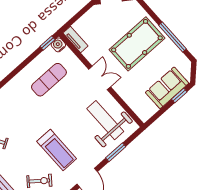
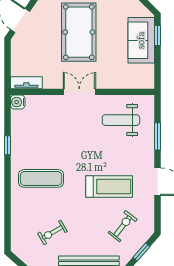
window: (47, 43) -> (8, 145), moved
exercise mat: (49, 80) -> (41, 178), moved, turned 90
weight bench: (105, 120) -> (121, 120), width x0.73, depth x0.75

